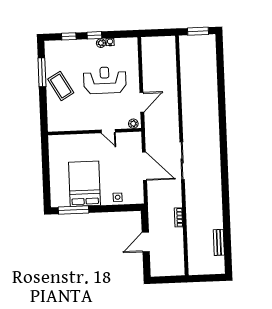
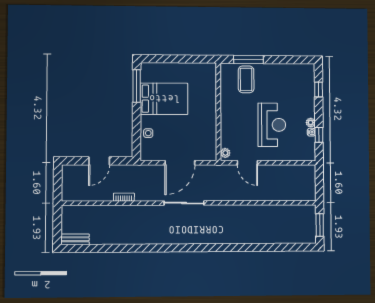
window: (94, 35) -> (319, 135), moved
window: (42, 72) -> (248, 59), moved
coffee table: (61, 86) -> (246, 79), moved, turned -60
door: (108, 131) -> (218, 126), removed
door: (146, 242) -> (99, 161), swing flipped
bench: (219, 242) -> (75, 239), moved

